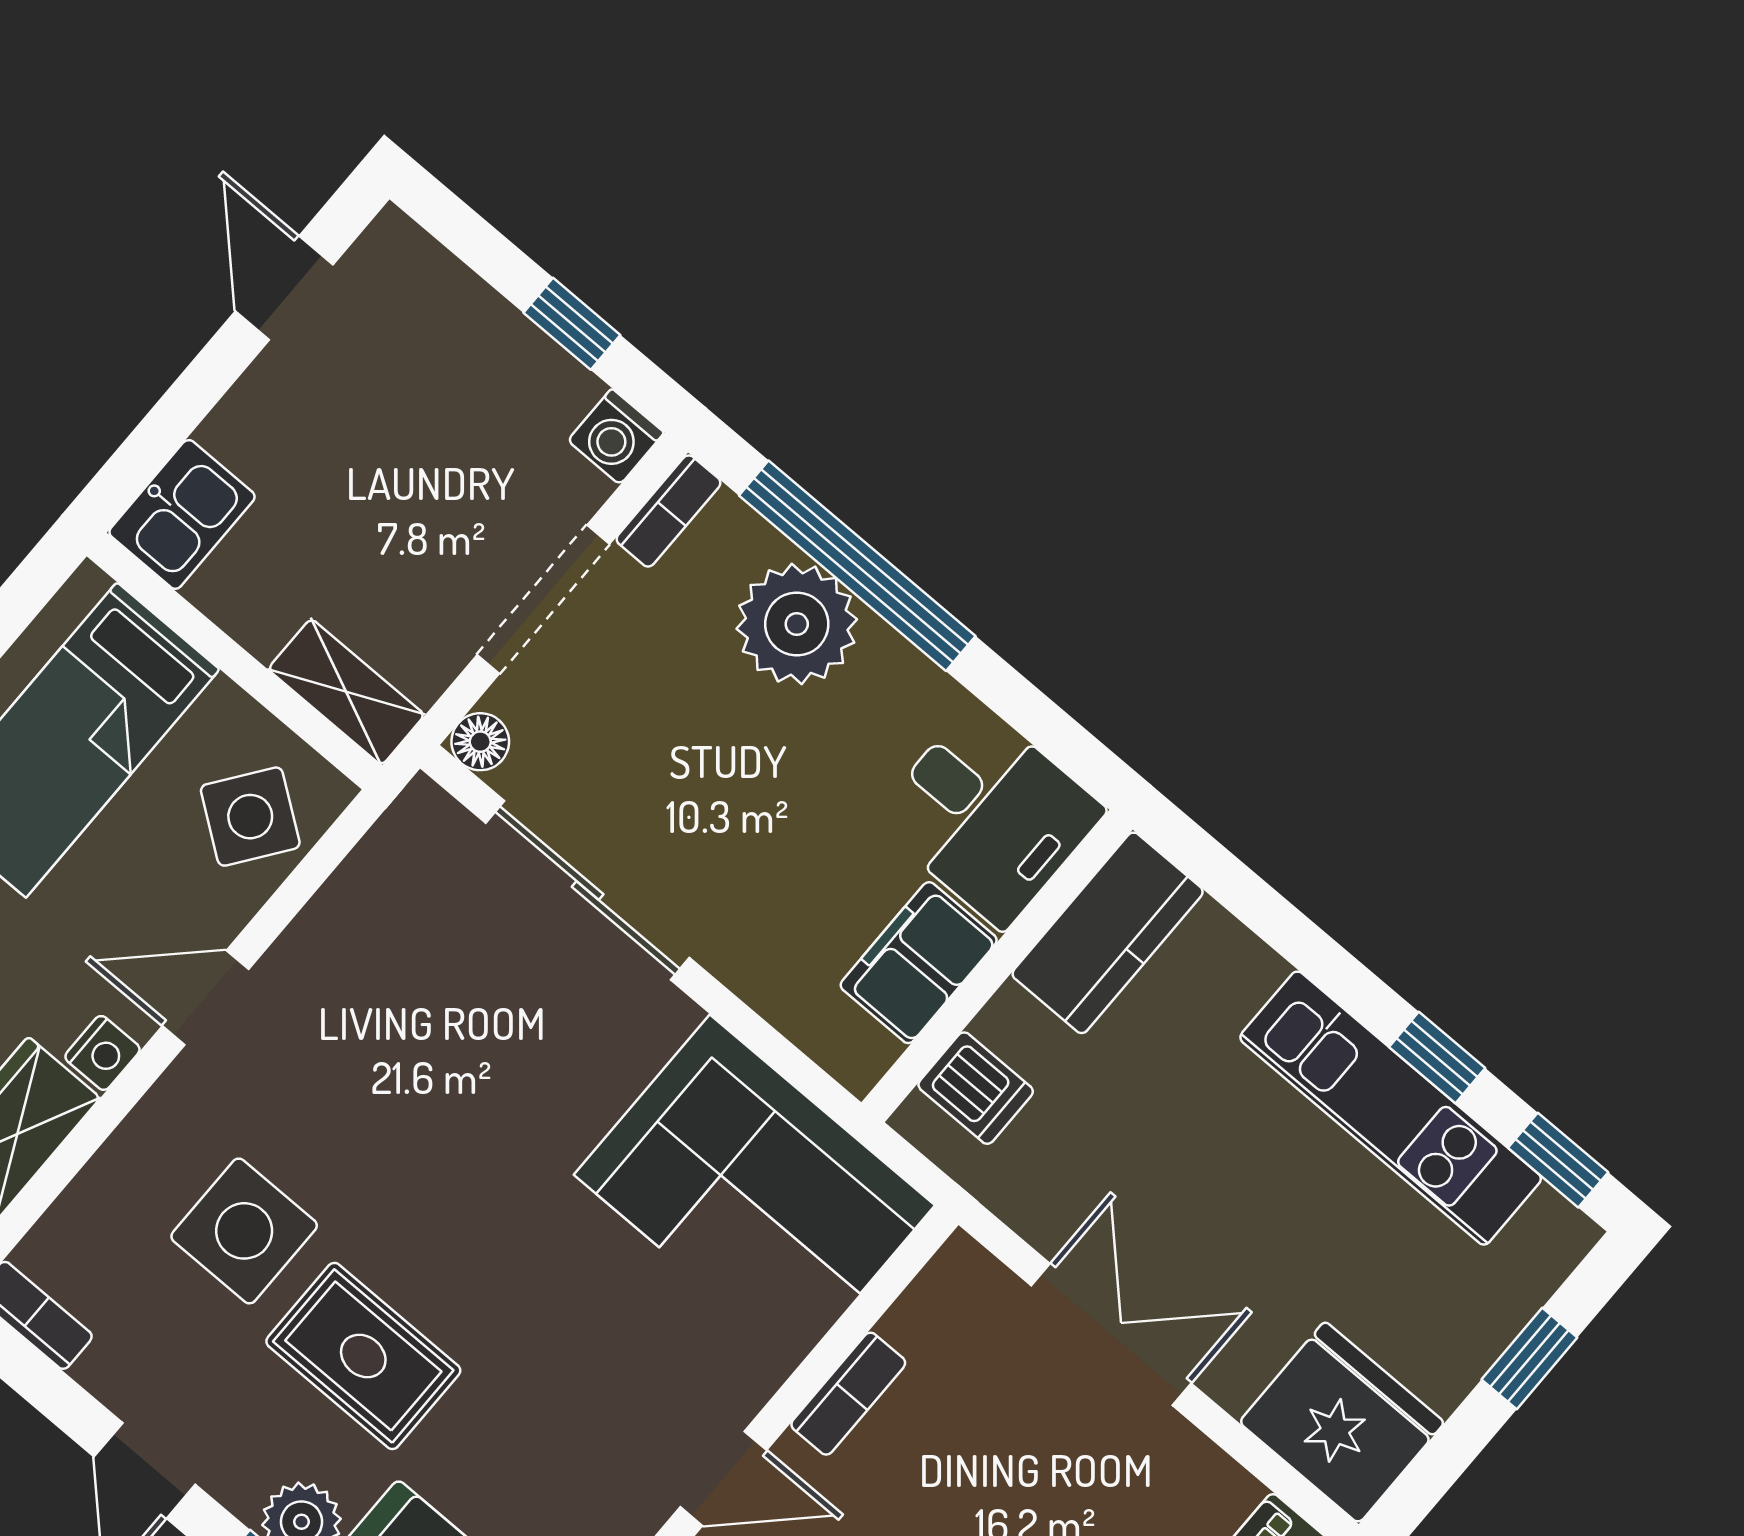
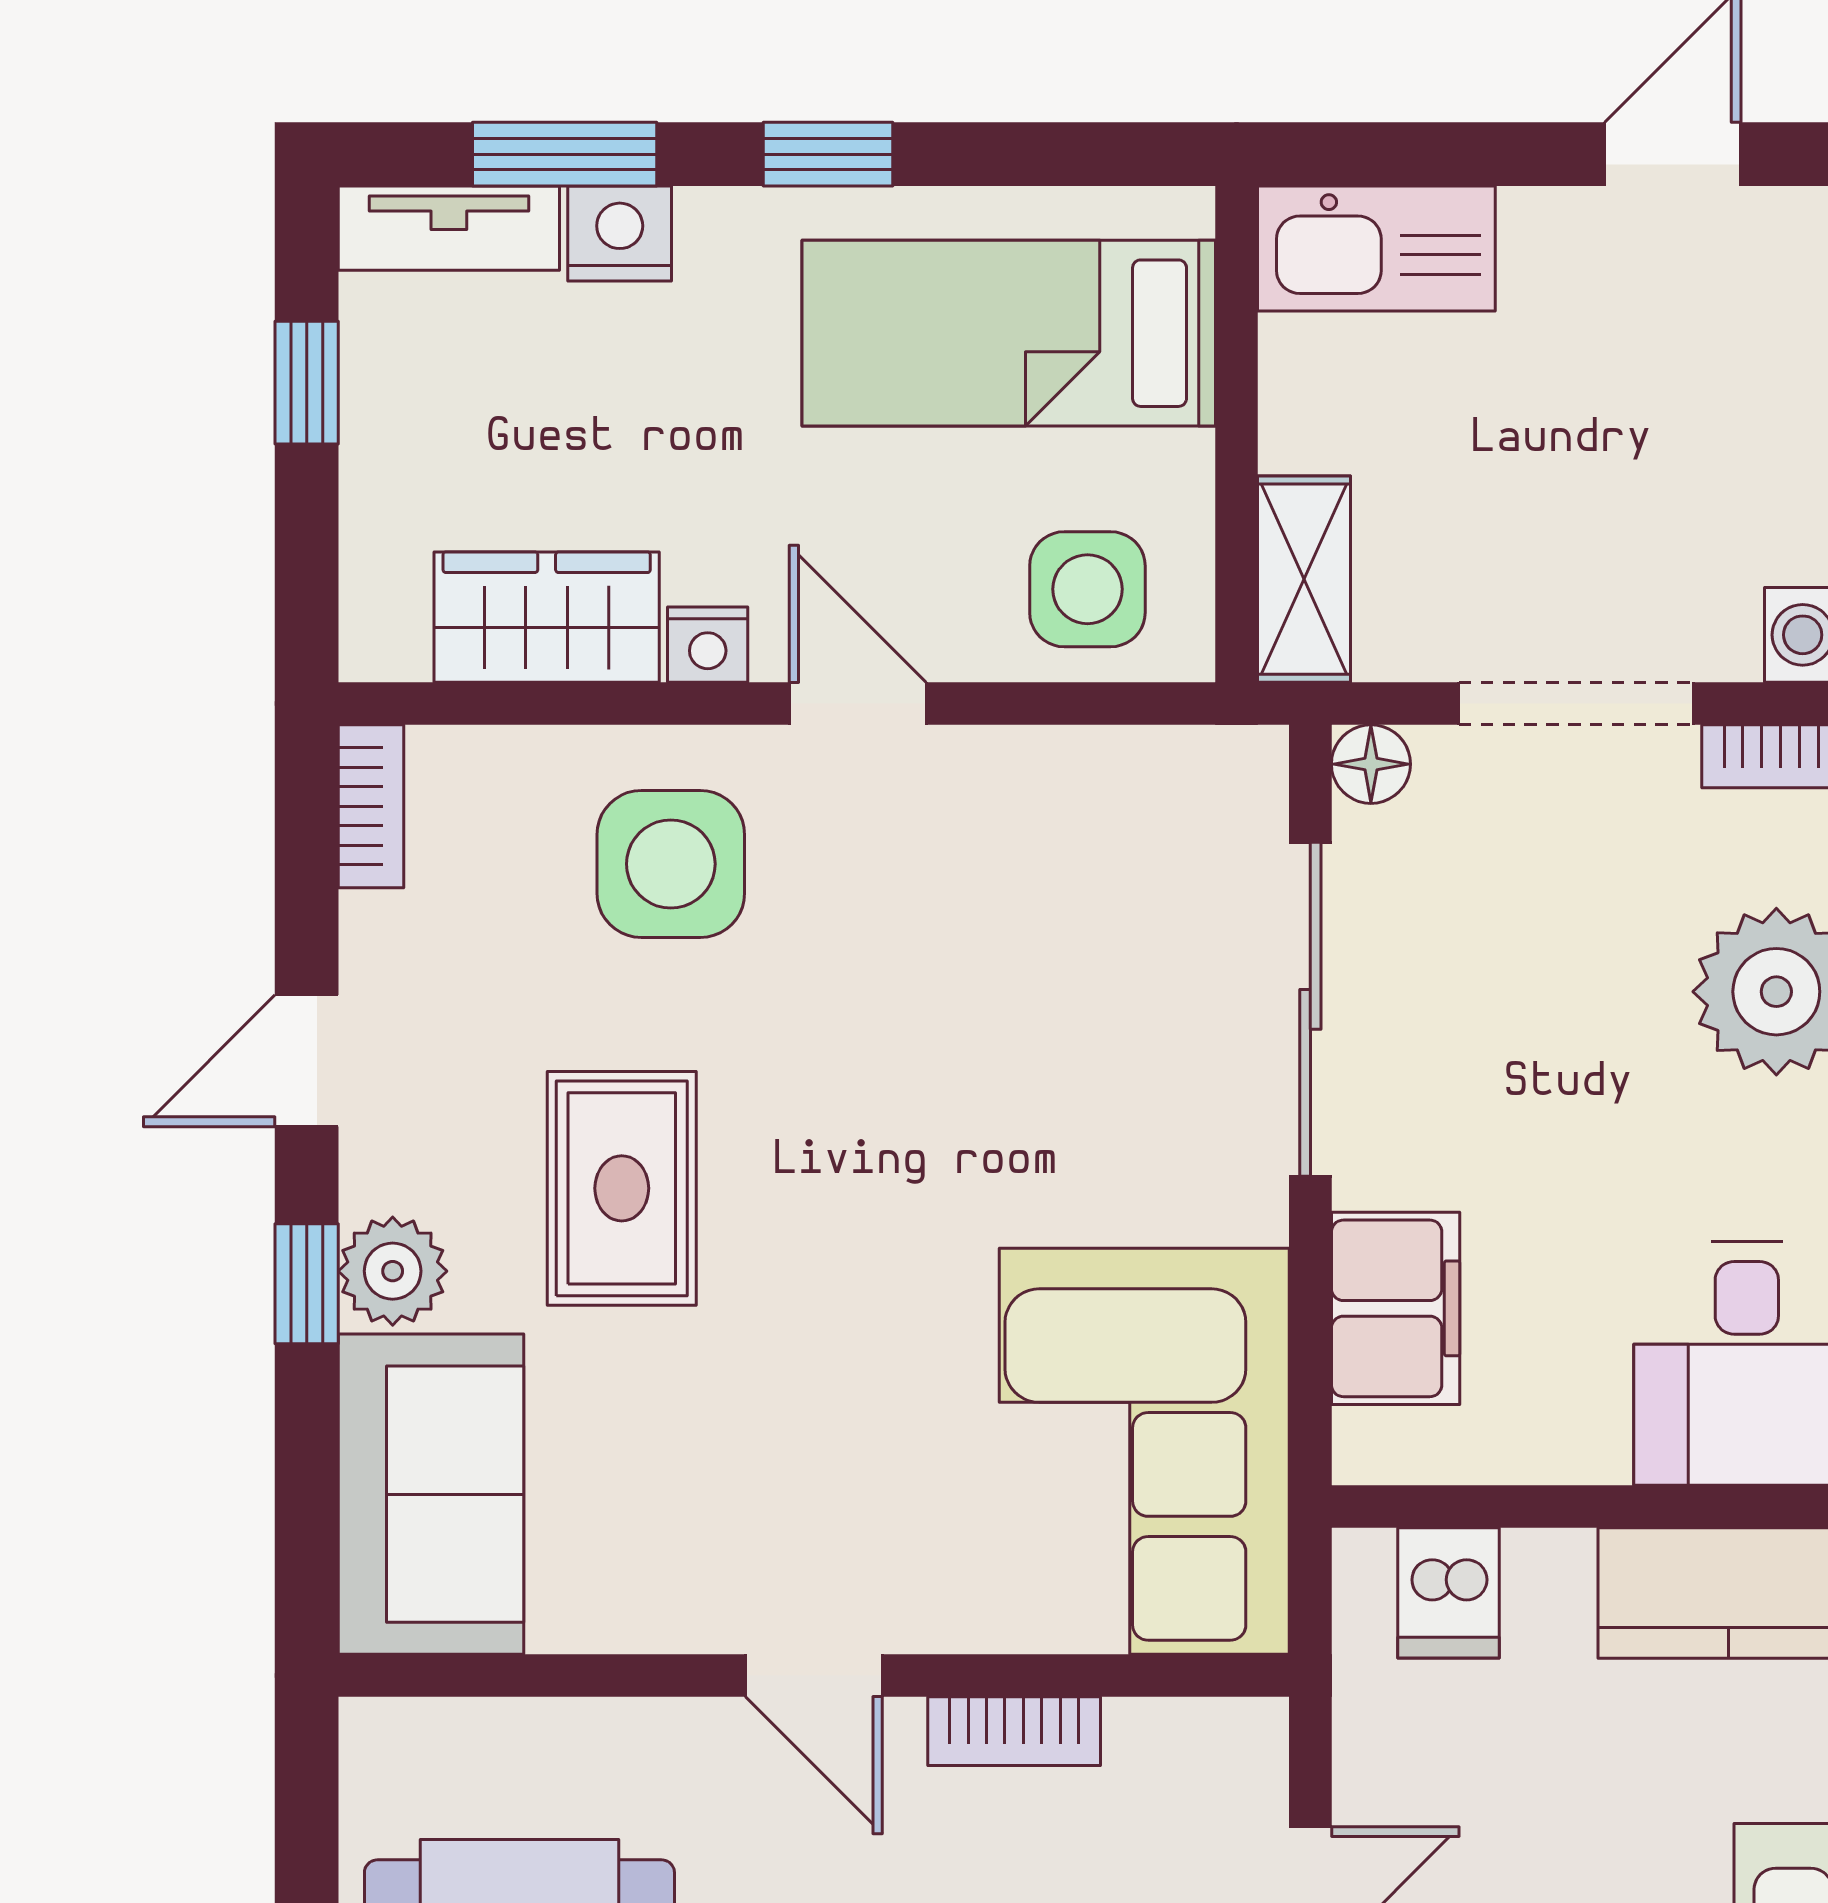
kitchen sink: (182, 514) -> (1376, 249), width x1.38
side table: (250, 817) -> (1087, 589), turned -36
filing cabinet: (919, 963) -> (1396, 1308), moved, turned 90
side table: (244, 1231) -> (671, 864), moved

